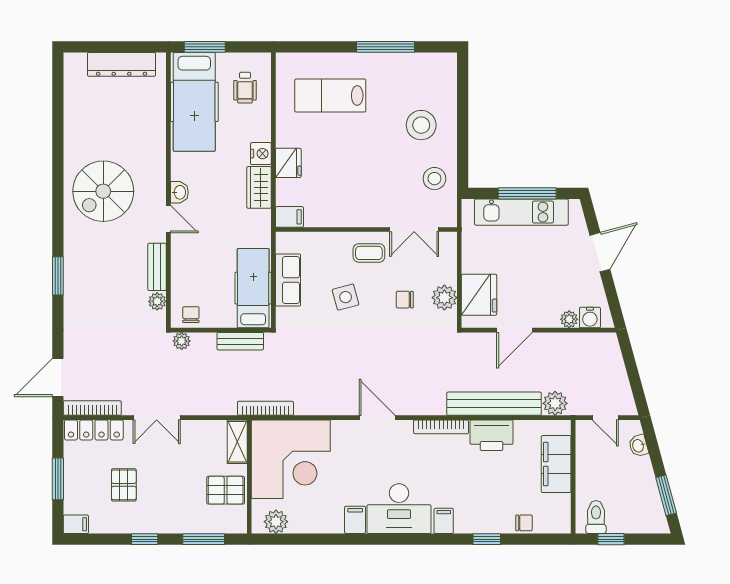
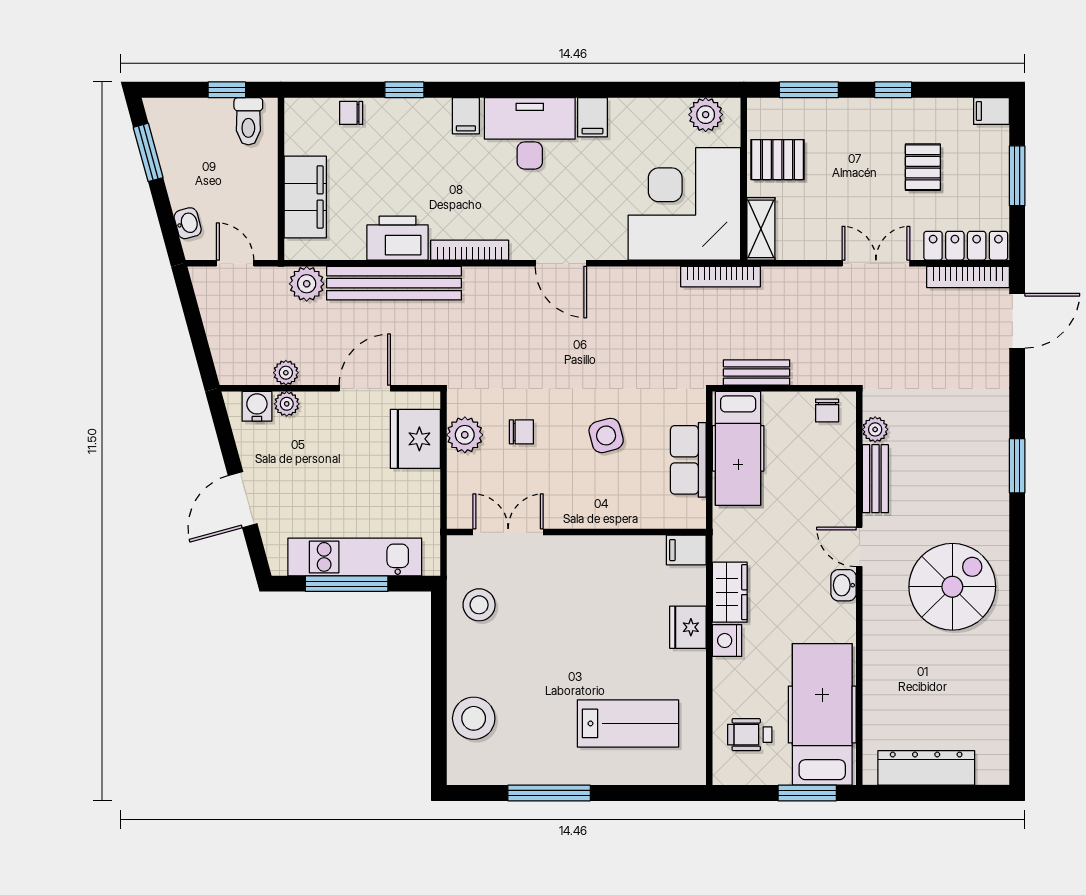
wheelchair: (245, 88) -> (750, 735), turned -90
stool: (421, 125) -> (474, 718), moved
coffee table: (369, 253) -> (573, 499), removed
plant: (182, 341) -> (286, 373), moved

